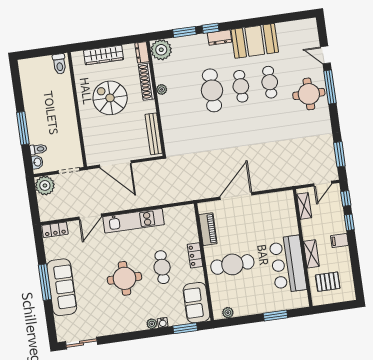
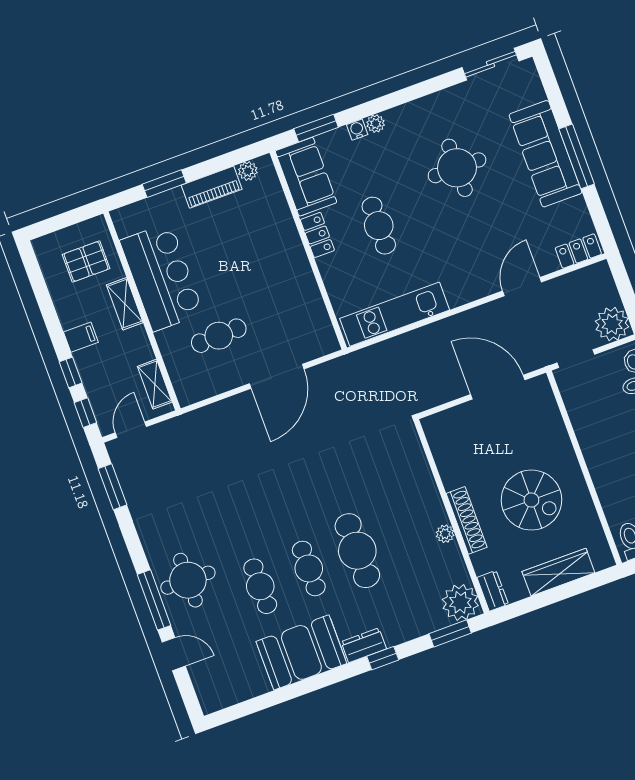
window: (184, 32) -> (450, 633), moved
shoe rack: (146, 82) -> (467, 520), moved
bench: (154, 134) -> (443, 454), removed
kitchen unit: (133, 221) -> (395, 314), moved
piano: (208, 229) -> (212, 187), moved, turned -90
locker: (195, 255) -> (317, 235), moved
cafe table: (232, 264) -> (219, 336), moved, width x0.73, depth x0.74
round table: (124, 278) -> (457, 168), moved

